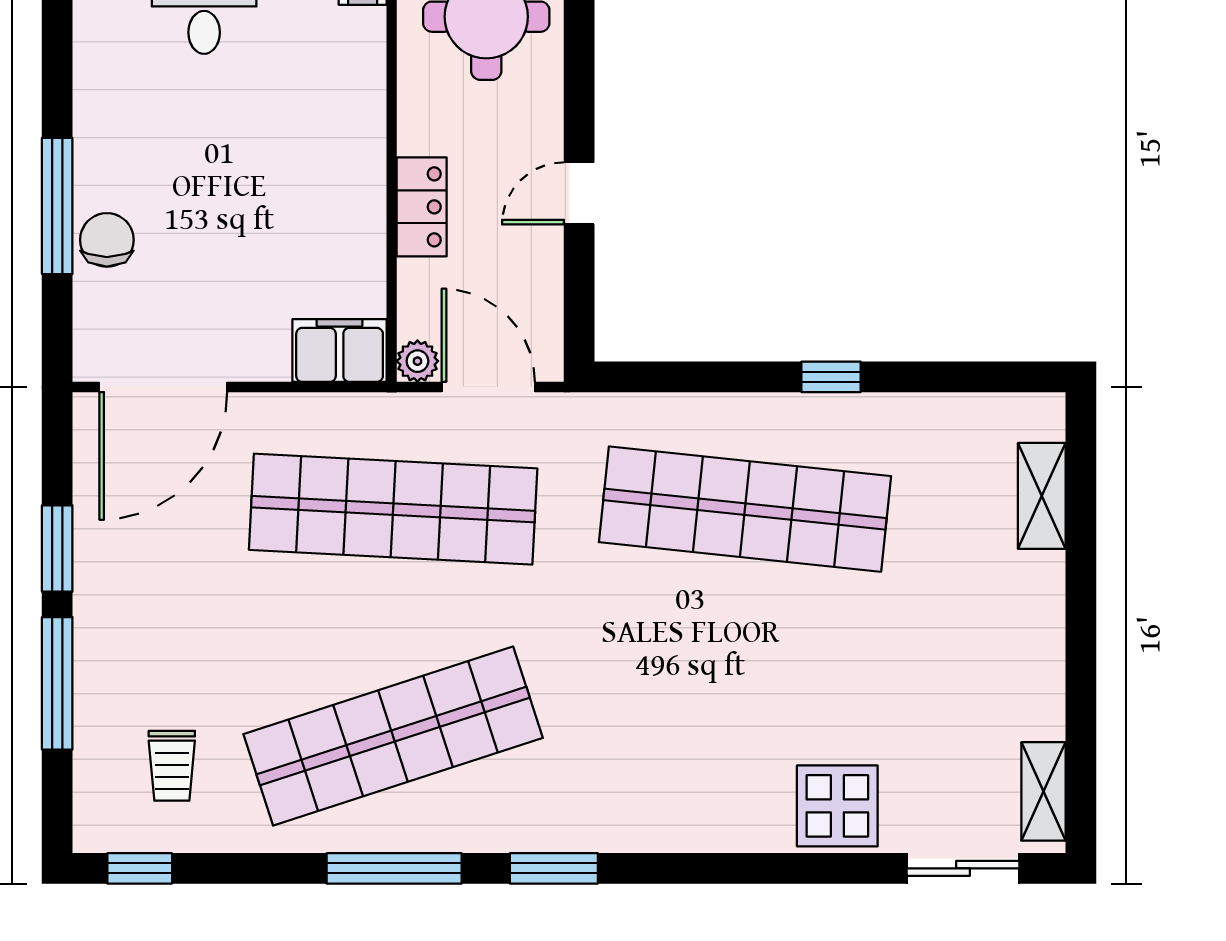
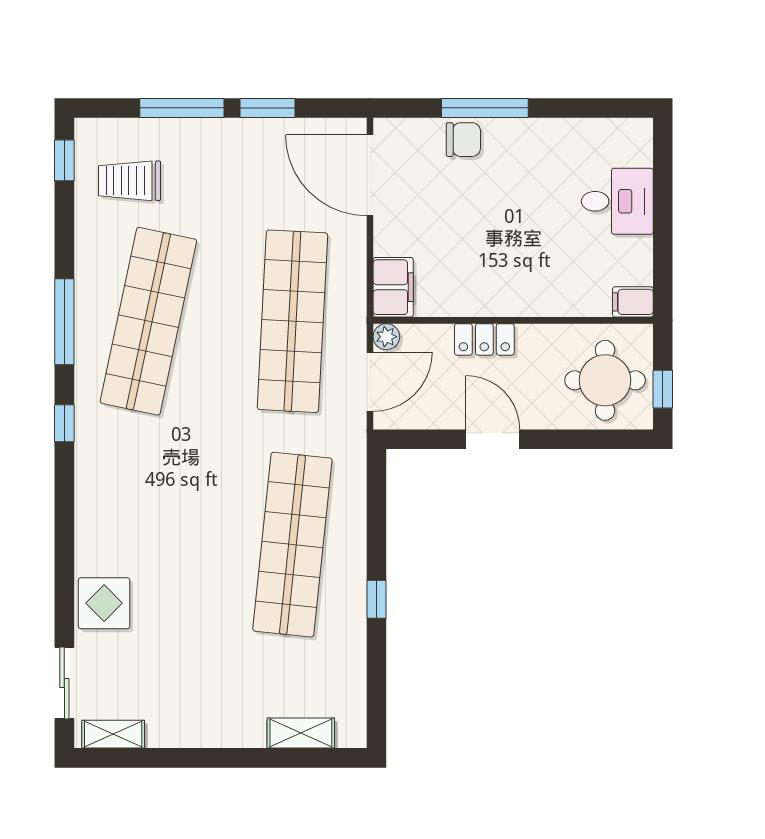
door: (579, 193) -> (493, 439), width x1.38
shop shelf: (393, 736) -> (148, 321), turned 30
trolley: (172, 766) -> (130, 181), width x1.36, depth x1.39
window: (554, 868) -> (64, 423), width x0.67

